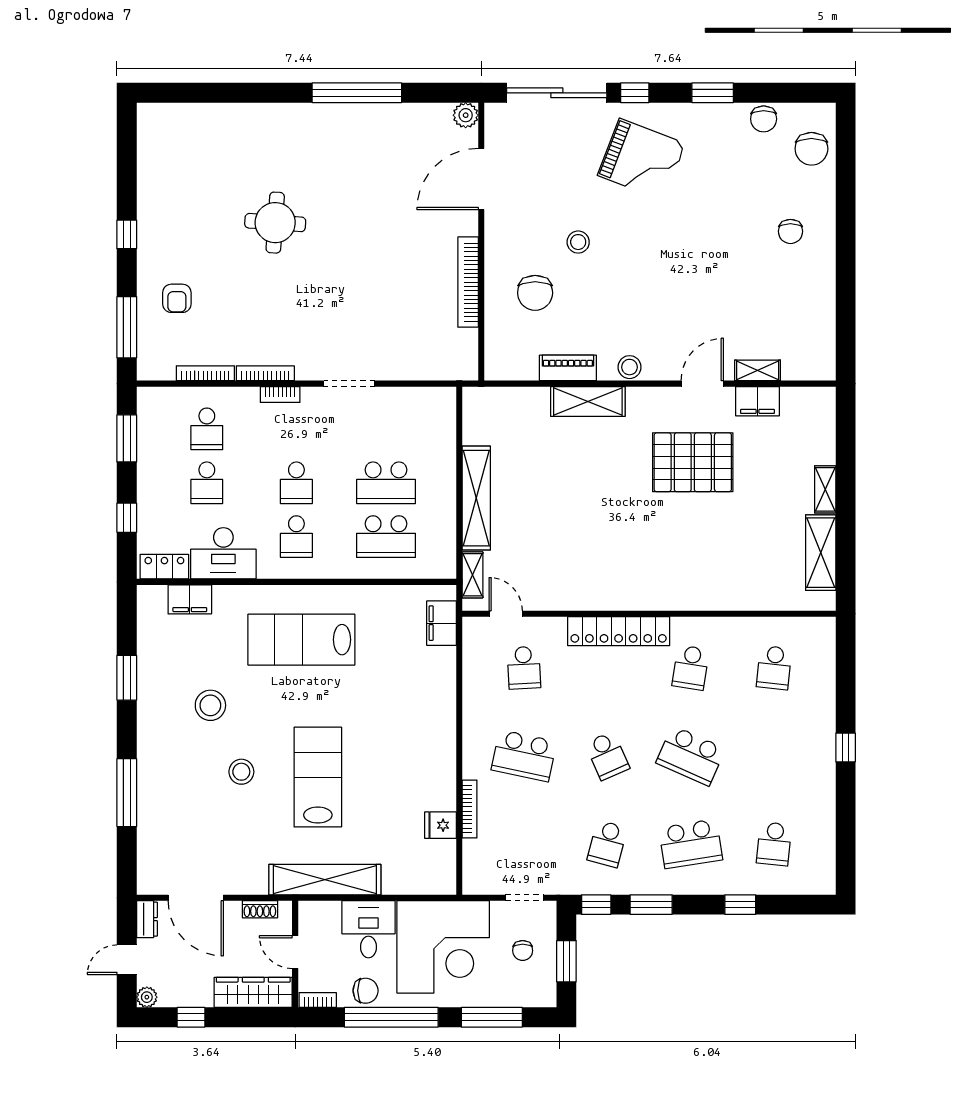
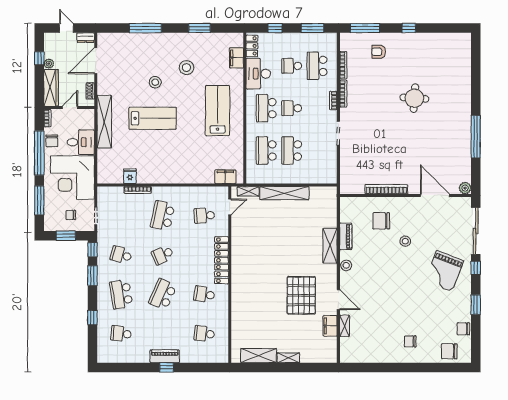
school desk: (207, 429) -> (317, 66), width x1.85
school desk: (296, 537) -> (266, 108), width x1.85
piano: (822, 751) -> (165, 356), added
plant: (147, 997) -> (49, 64), moved

